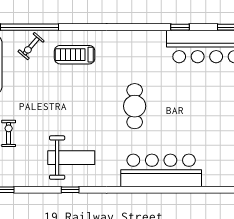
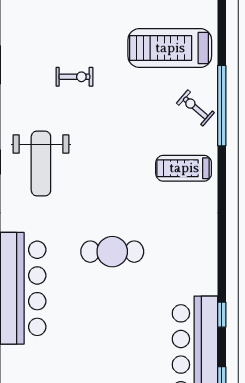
treadmill: (75, 55) -> (184, 168), turned -90

